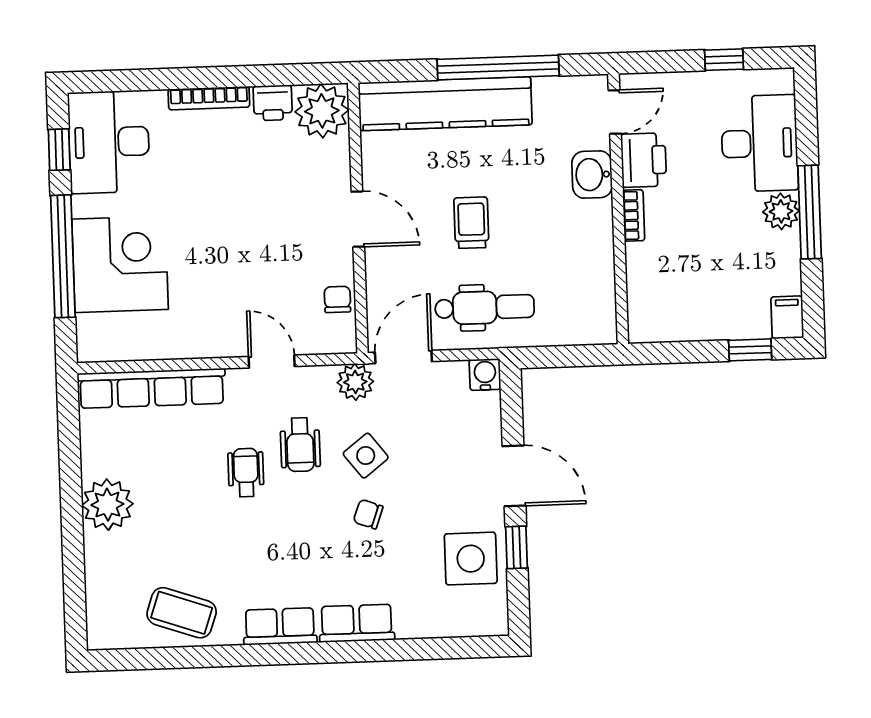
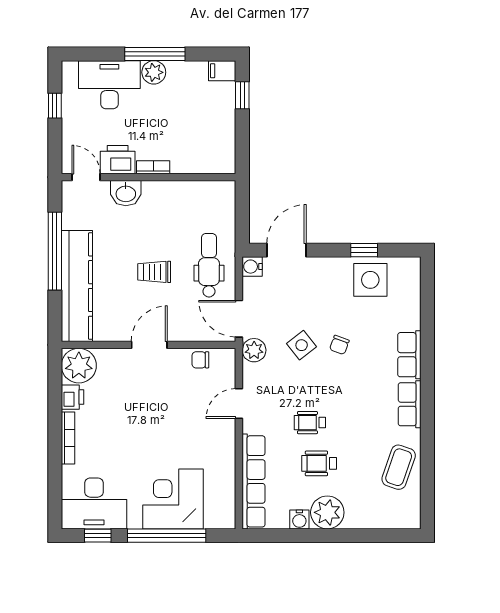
wheelchair: (300, 445) -> (319, 463), moved, turned 180
water cooler: (95, 462) -> (299, 519), added
door: (514, 476) -> (287, 250), moved

